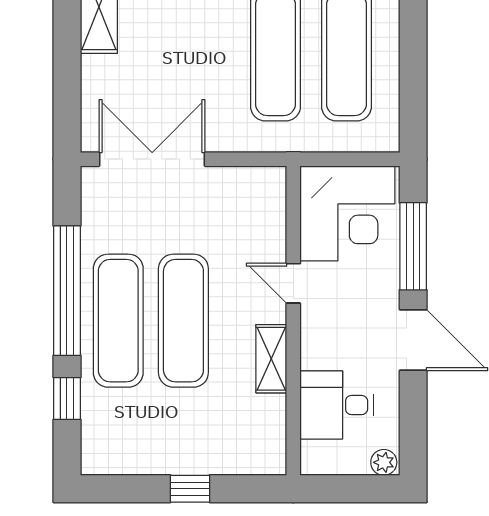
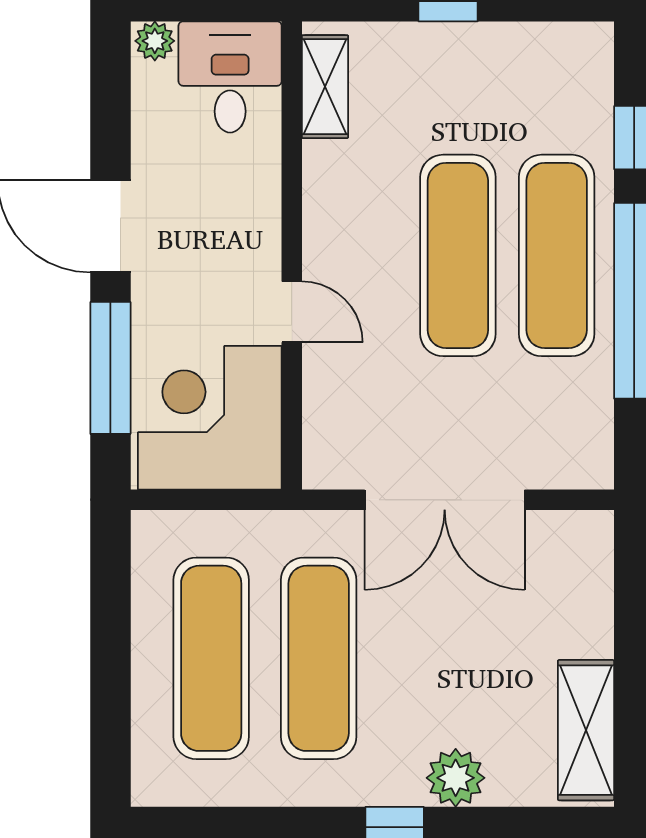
double door: (152, 159) -> (445, 500), moved
shelving: (271, 359) -> (325, 87), moved
desk: (337, 405) -> (230, 77), moved, turned -90

